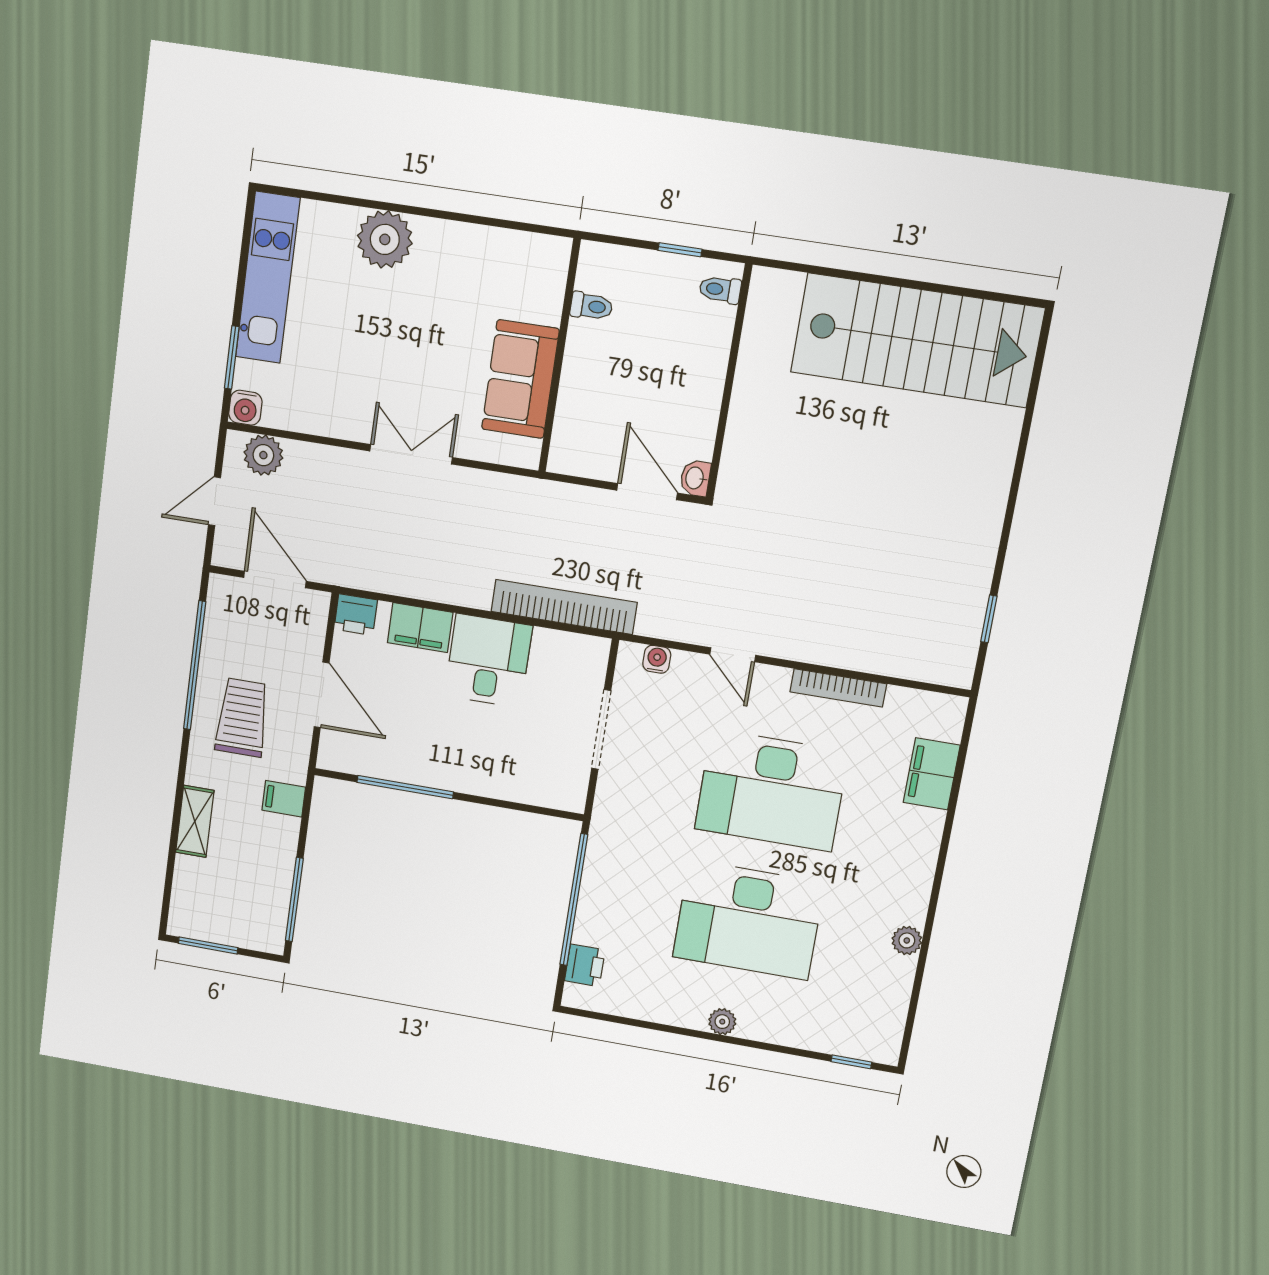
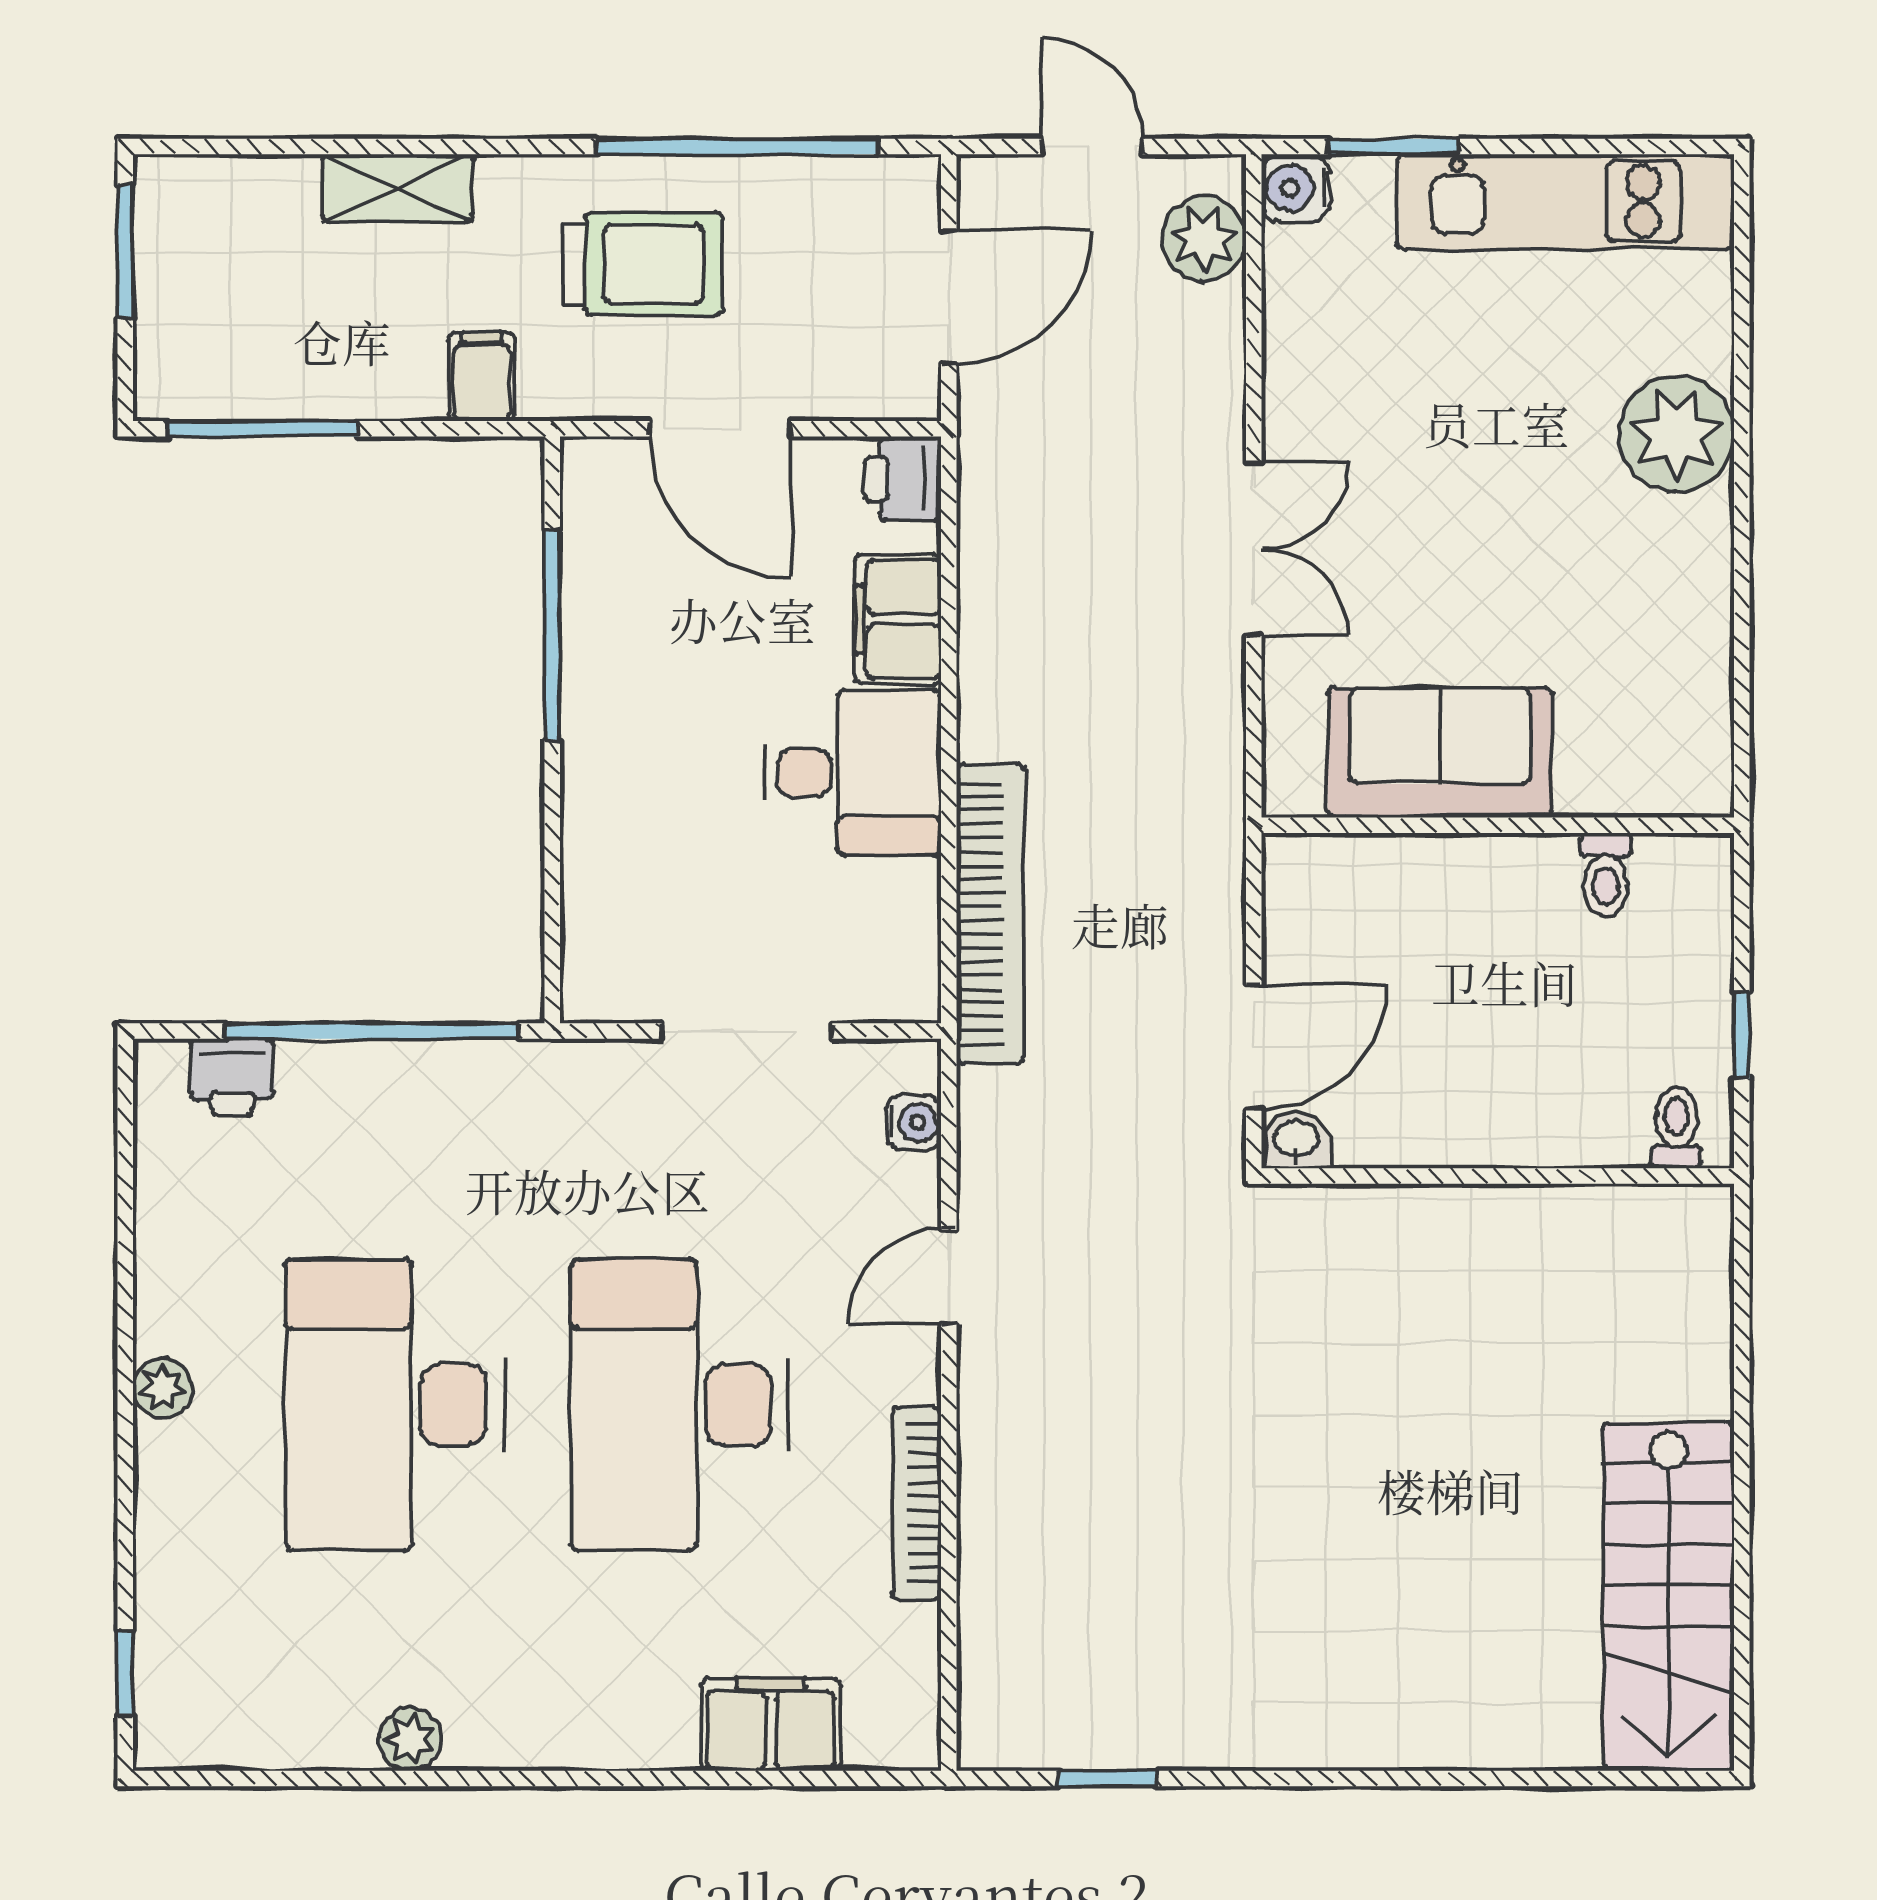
stairs: (917, 340) -> (1668, 1597), width x0.73, depth x0.66
door: (322, 695) -> (720, 429), hinge flipped

